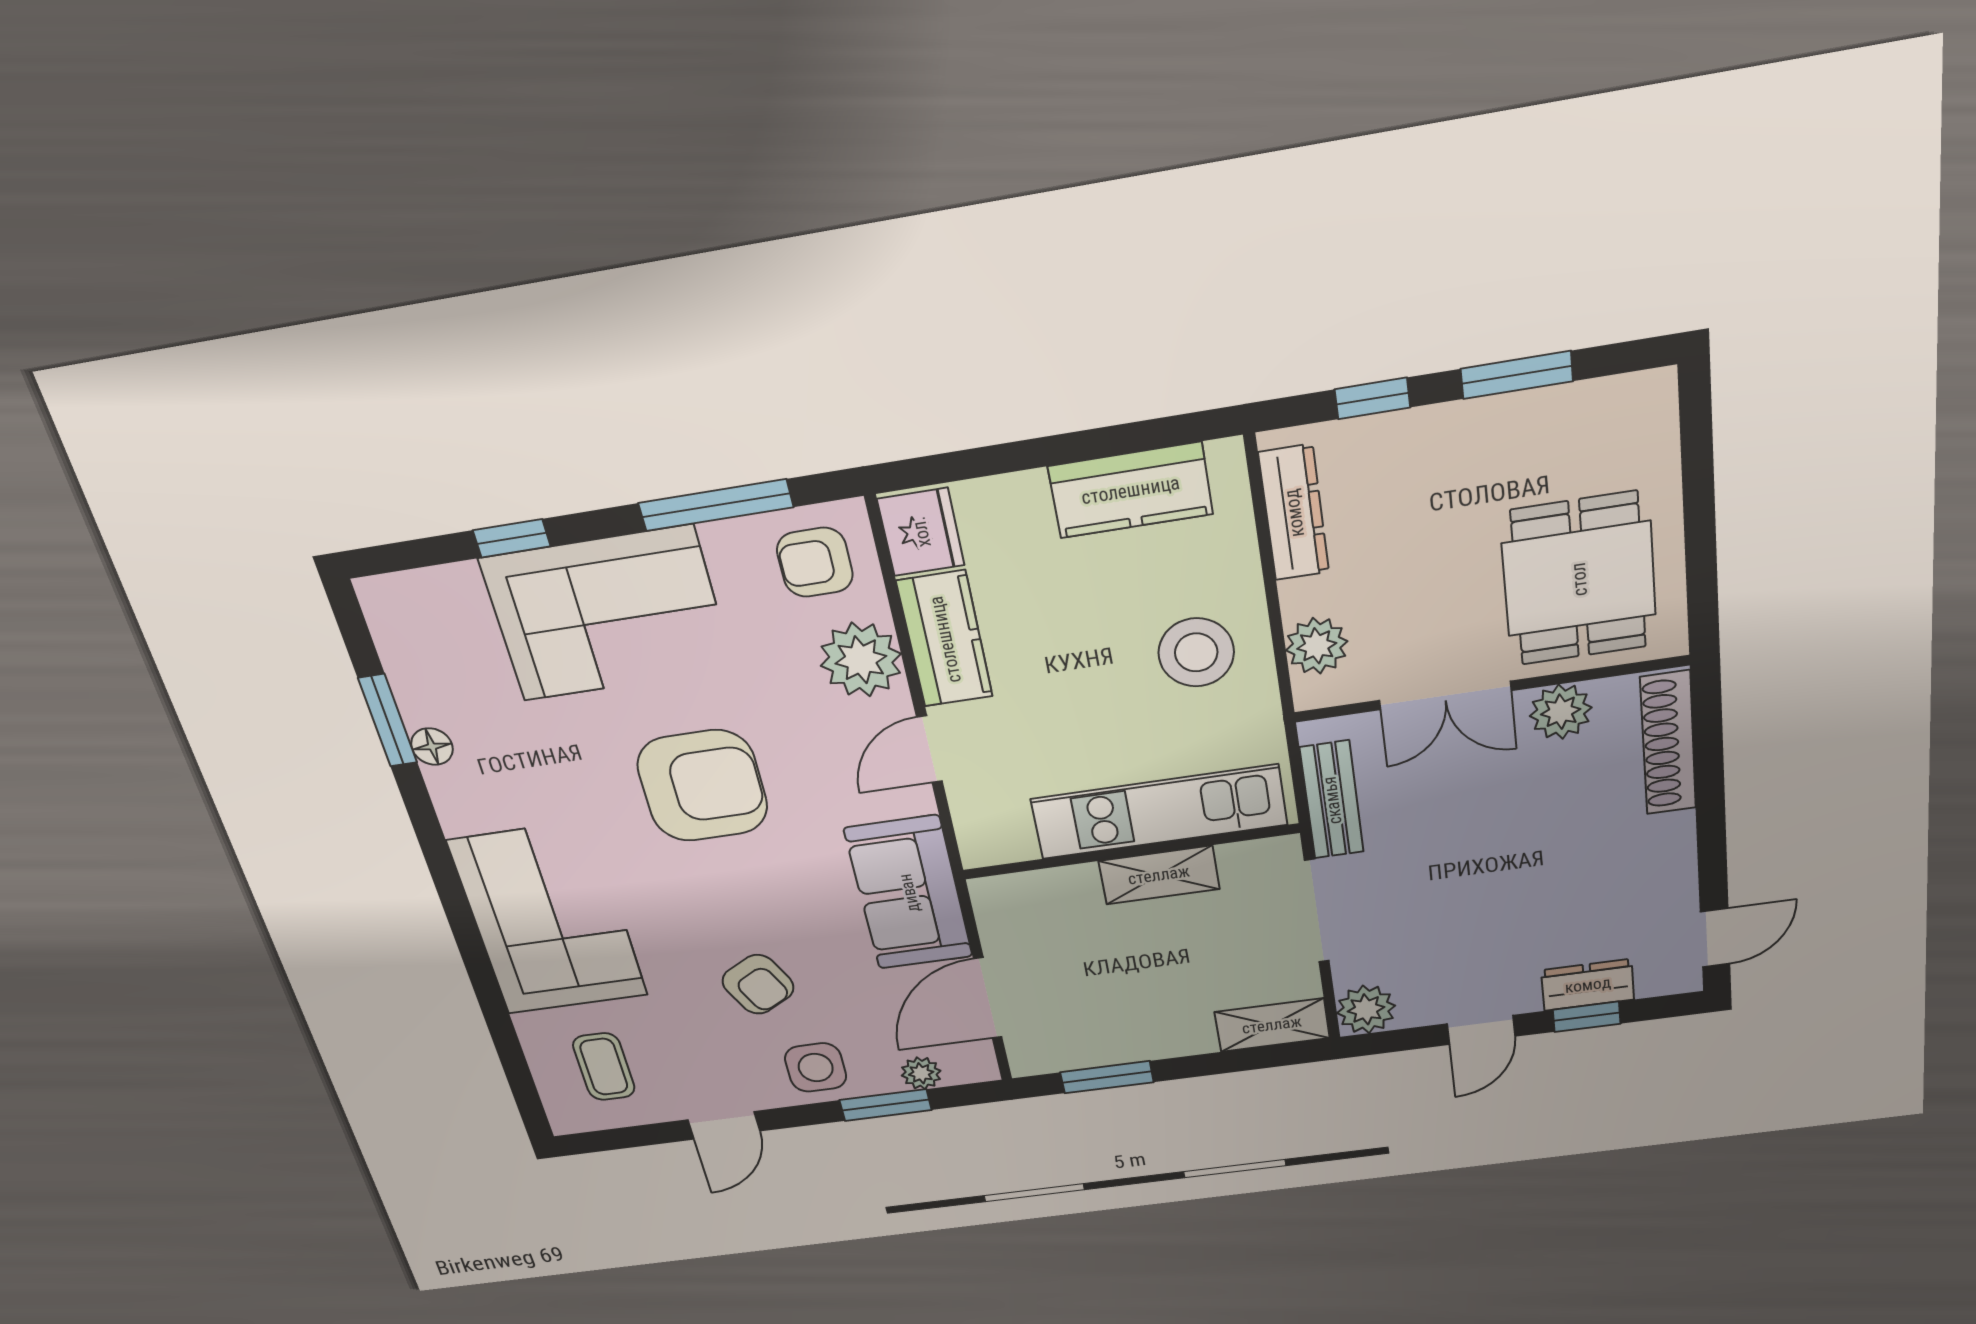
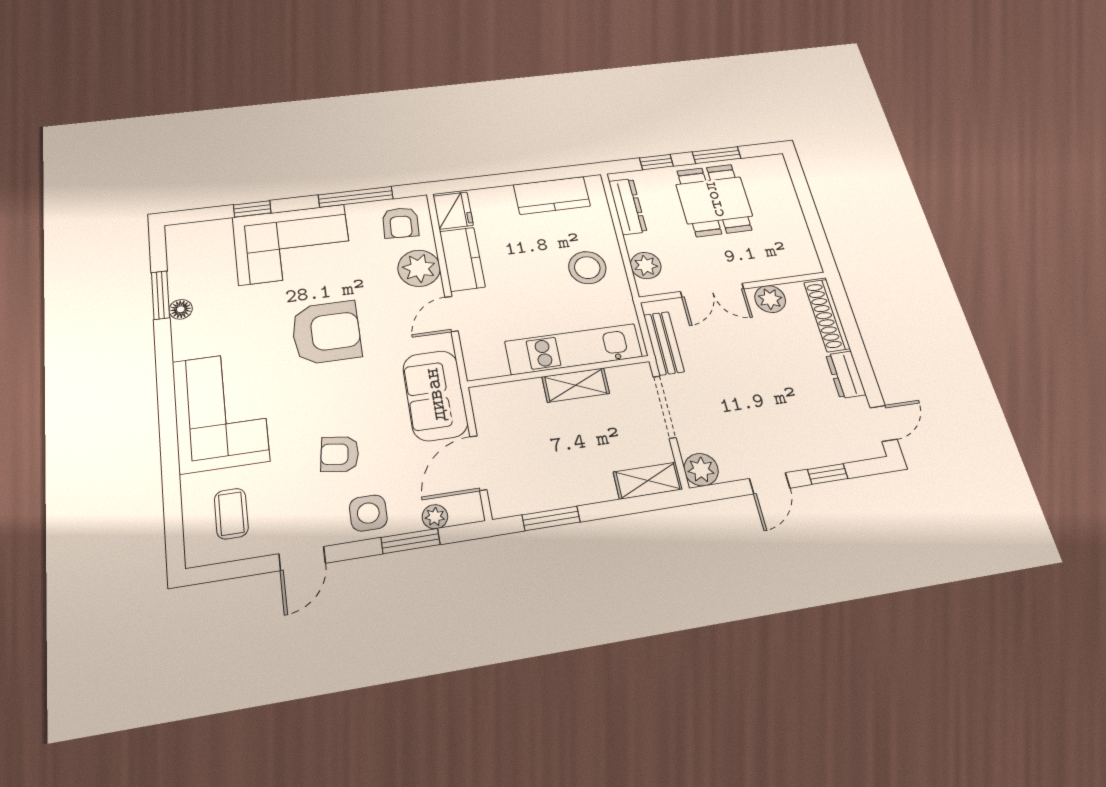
armchair: (815, 562) -> (401, 223), turned -87
dining table: (1579, 579) -> (714, 200), moved
armchair: (758, 984) -> (340, 454), turned 126
dresser: (1588, 985) -> (846, 375), moved, turned -90

